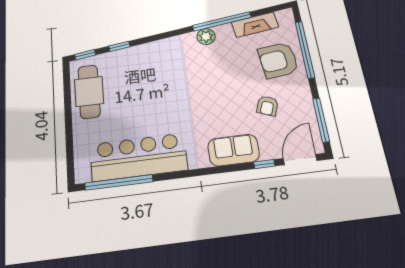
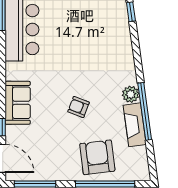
fireplace: (255, 25) -> (135, 125), moved
armchair: (267, 106) -> (79, 107), moved

